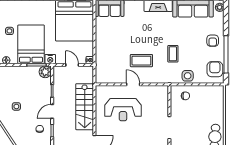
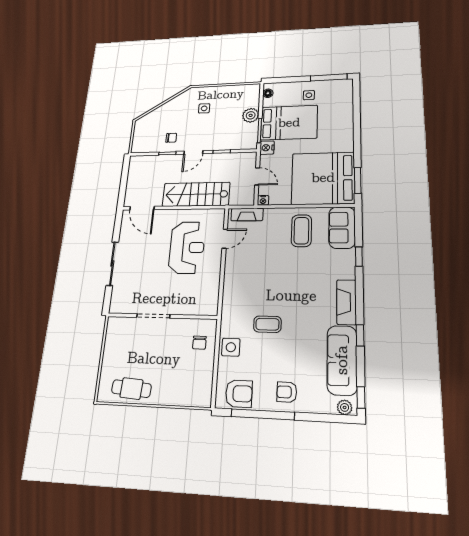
coffee table: (141, 61) -> (301, 231), moved
door: (72, 65) -> (257, 176), hinge flipped
fireplace: (100, 70) -> (247, 215), added
plant: (45, 72) -> (251, 115), moved
door: (133, 84) -> (225, 239), moved
reception desk: (123, 110) -> (187, 247), turned 180
door: (52, 111) -> (193, 152), swing flipped

